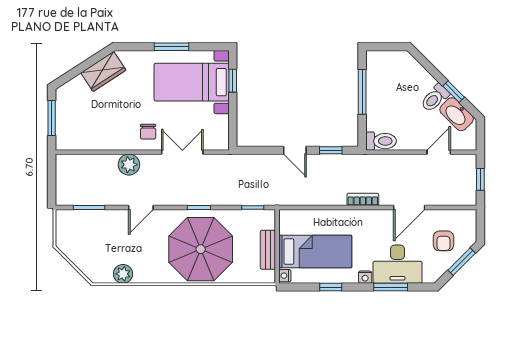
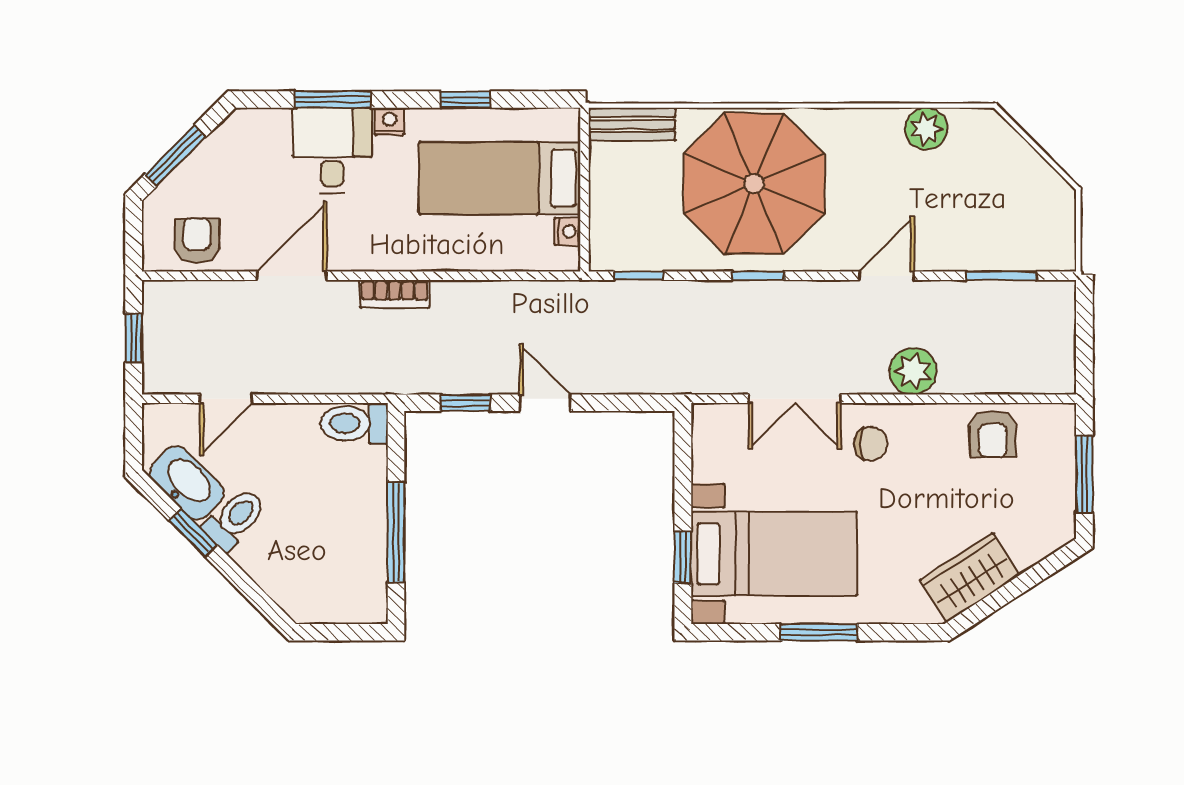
chair: (148, 132) -> (871, 444), turned 90
armchair: (93, 136) -> (993, 434), added
armchair: (443, 241) -> (197, 240), moved
bench: (268, 250) -> (632, 124), moved, turned 90
desk: (398, 264) -> (332, 150), width x0.73
nightstand: (285, 276) -> (567, 232), moved

